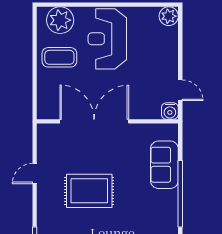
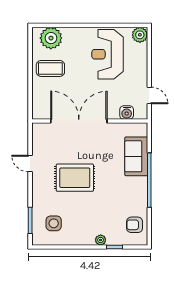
reception desk: (107, 39) -> (108, 54), moved
water cooler: (170, 111) -> (127, 112), moved
door: (35, 174) -> (30, 164), hinge flipped

